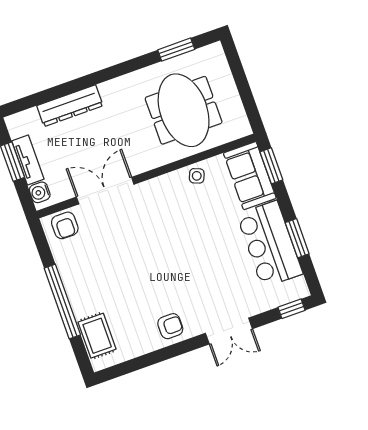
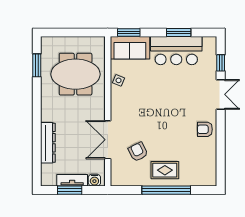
armchair: (65, 225) -> (138, 152), moved, turned -117
window: (292, 309) -> (221, 63), moved
armchair: (170, 326) -> (205, 129), turned -90
rug: (97, 336) -> (165, 170), moved

